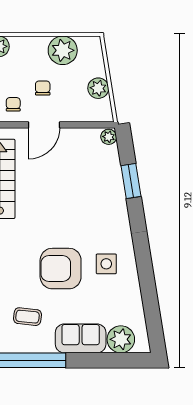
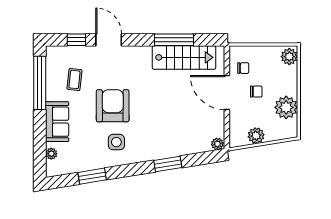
door: (44, 125) -> (227, 93), width x1.36
window: (131, 181) -> (168, 164), moved
window: (149, 294) -> (92, 176), added
plant: (121, 339) -> (51, 154), width x0.53, depth x0.53

